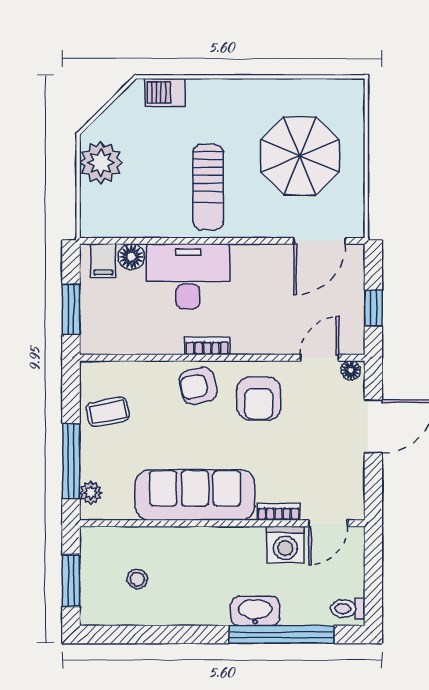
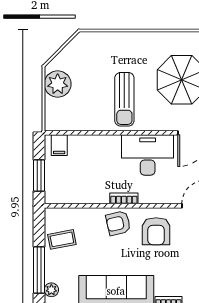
barbecue: (165, 92) -> (97, 40), removed
floor lamp: (131, 257) -> (77, 143), removed
desk: (188, 276) -> (148, 155), moved

